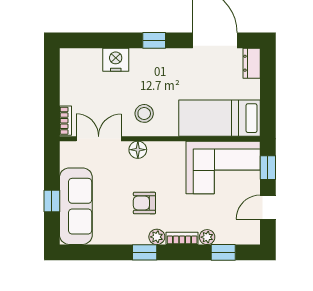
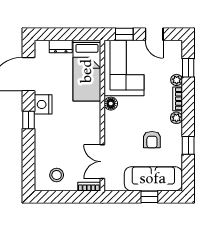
nightstand: (116, 60) -> (43, 104), moved
dresser: (252, 63) -> (61, 46), moved
stool: (144, 113) -> (57, 175), moved
floor lamp: (138, 150) -> (111, 104), moved
armchair: (144, 203) -> (152, 140), moved
window: (145, 252) -> (188, 145), moved

